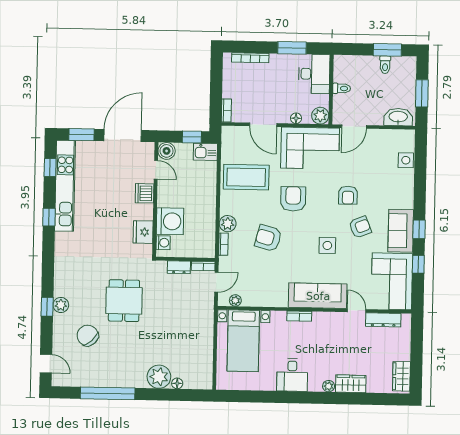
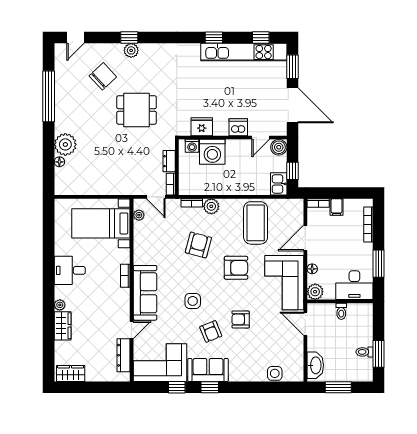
filing cabinet: (231, 91) -> (337, 207), added

